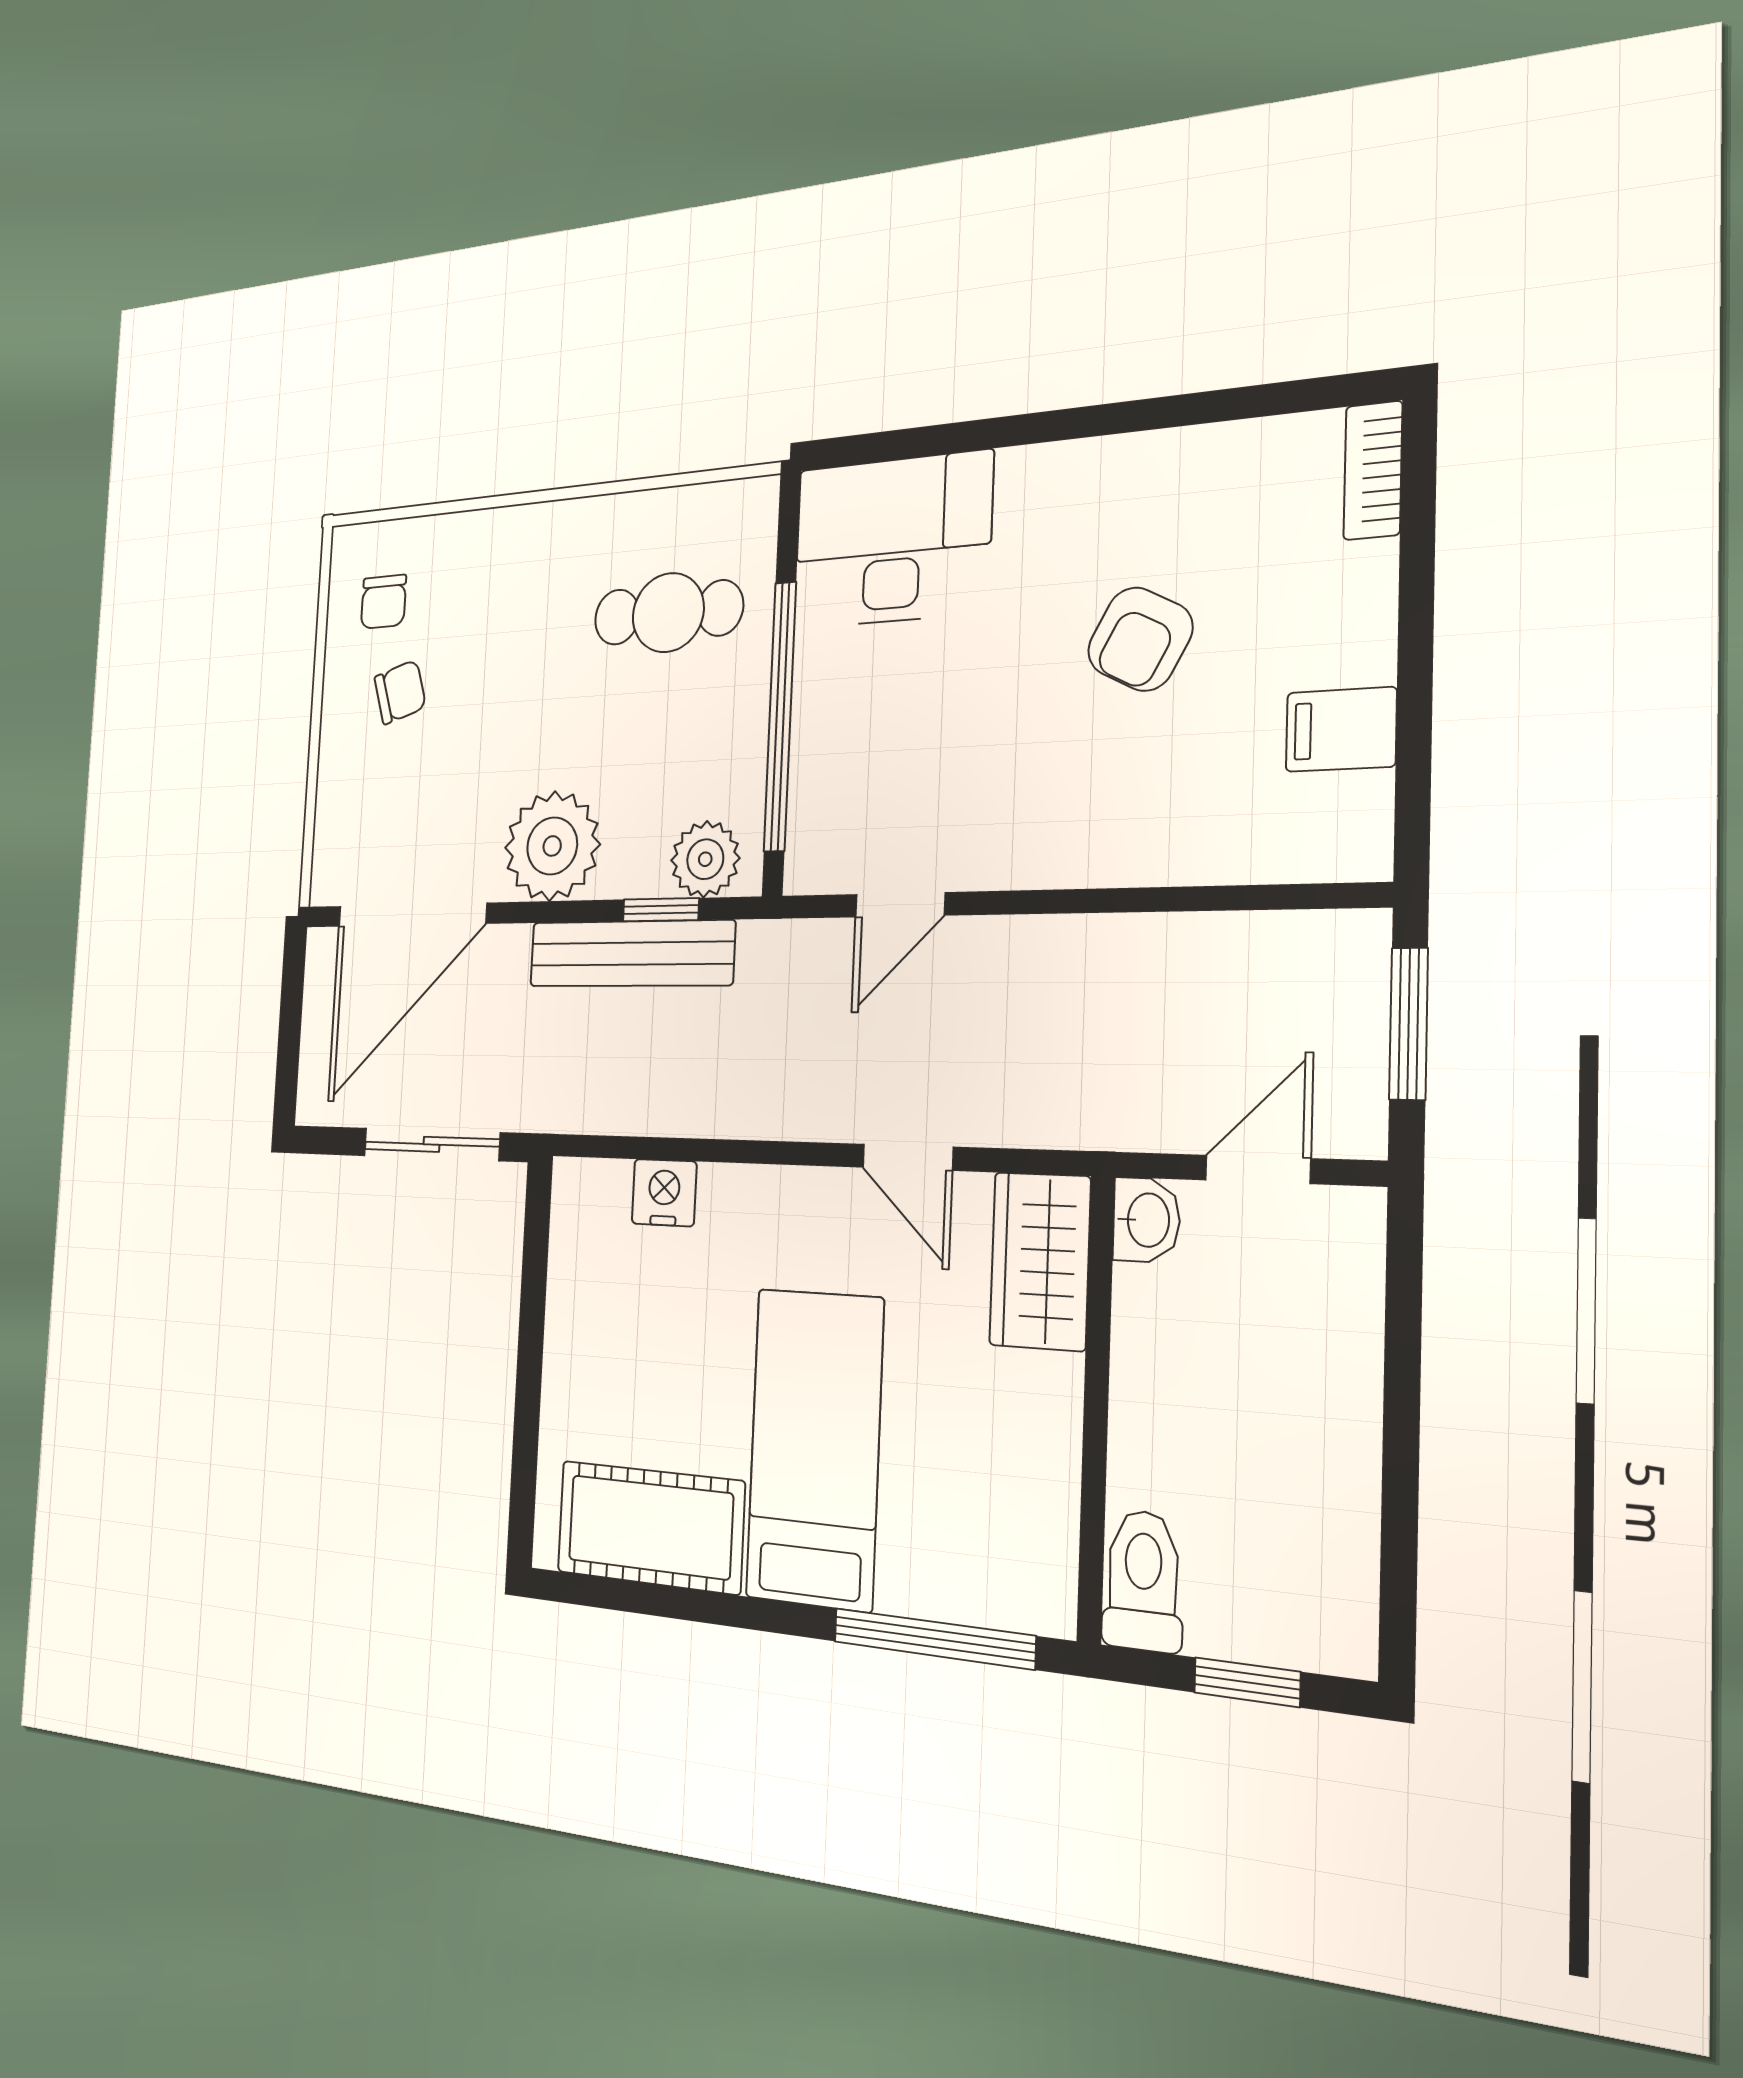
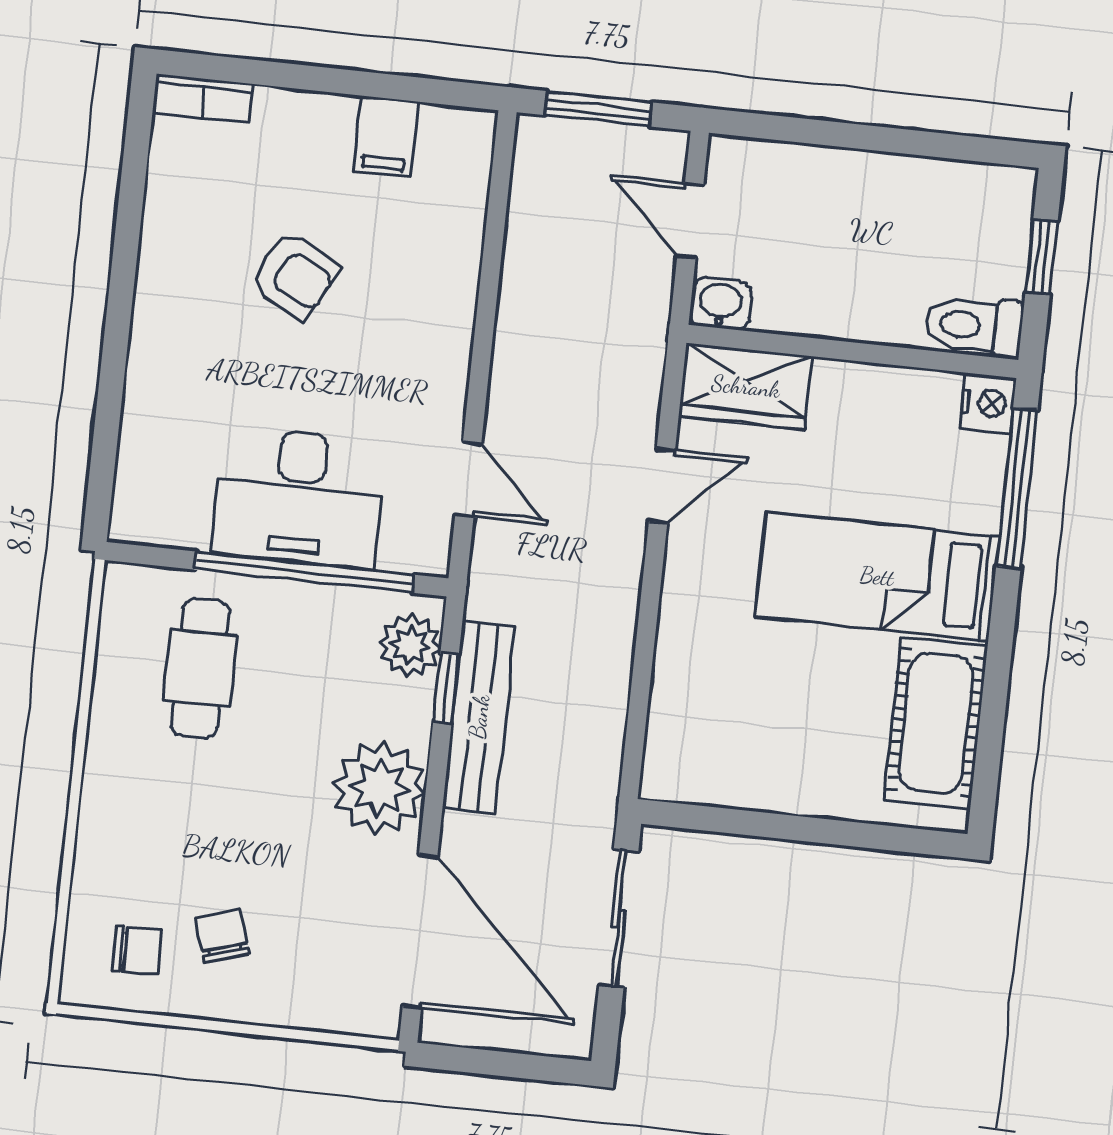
desk: (892, 540) -> (299, 497), moved, turned -90
nightstand: (664, 1193) -> (988, 403), moved, turned 180

